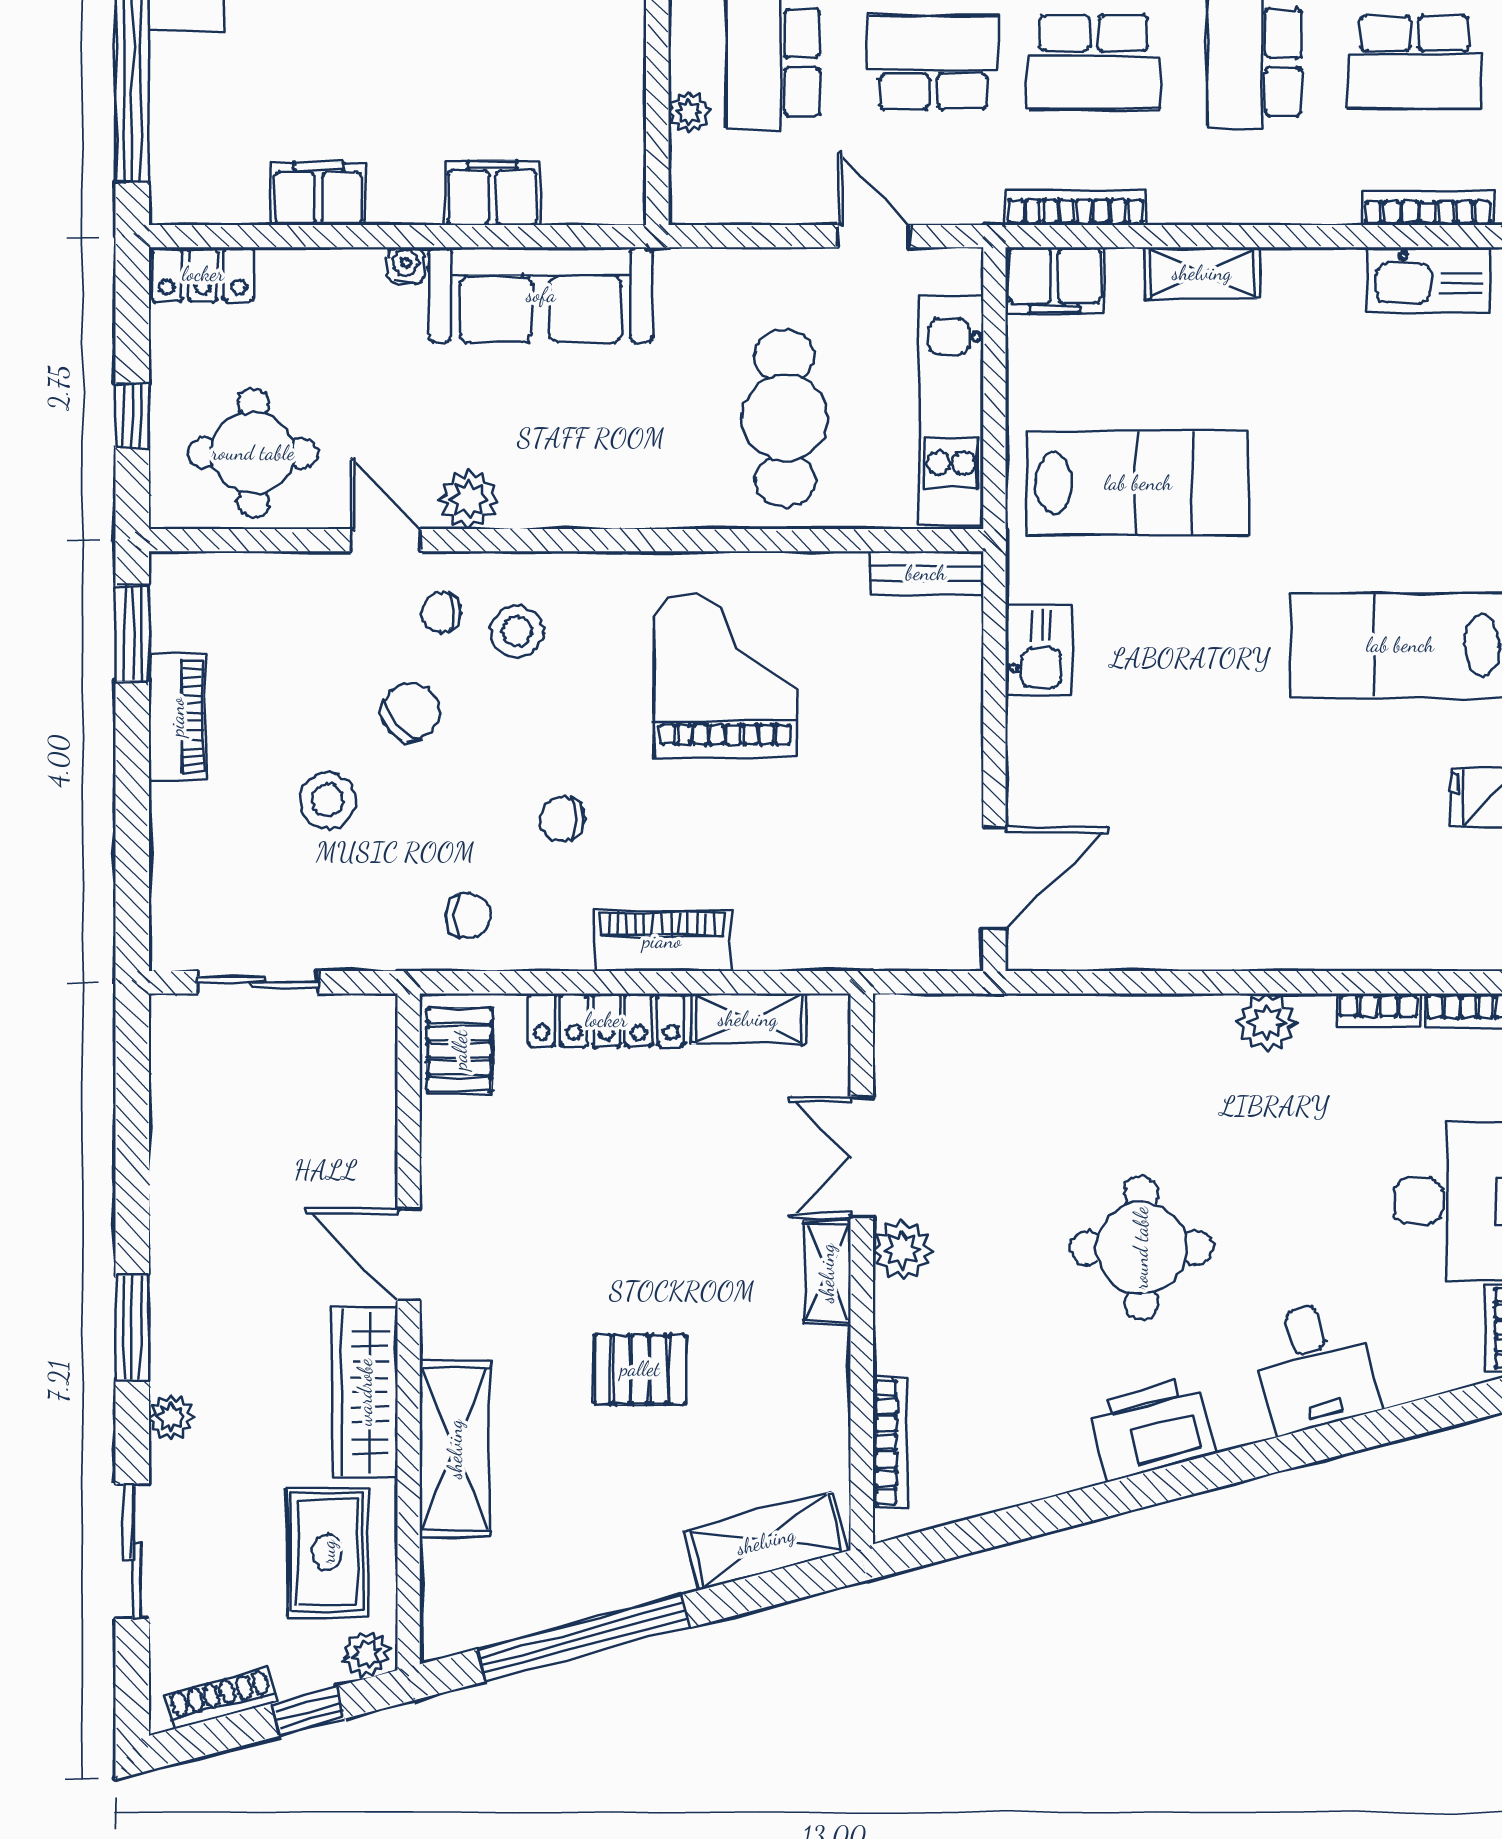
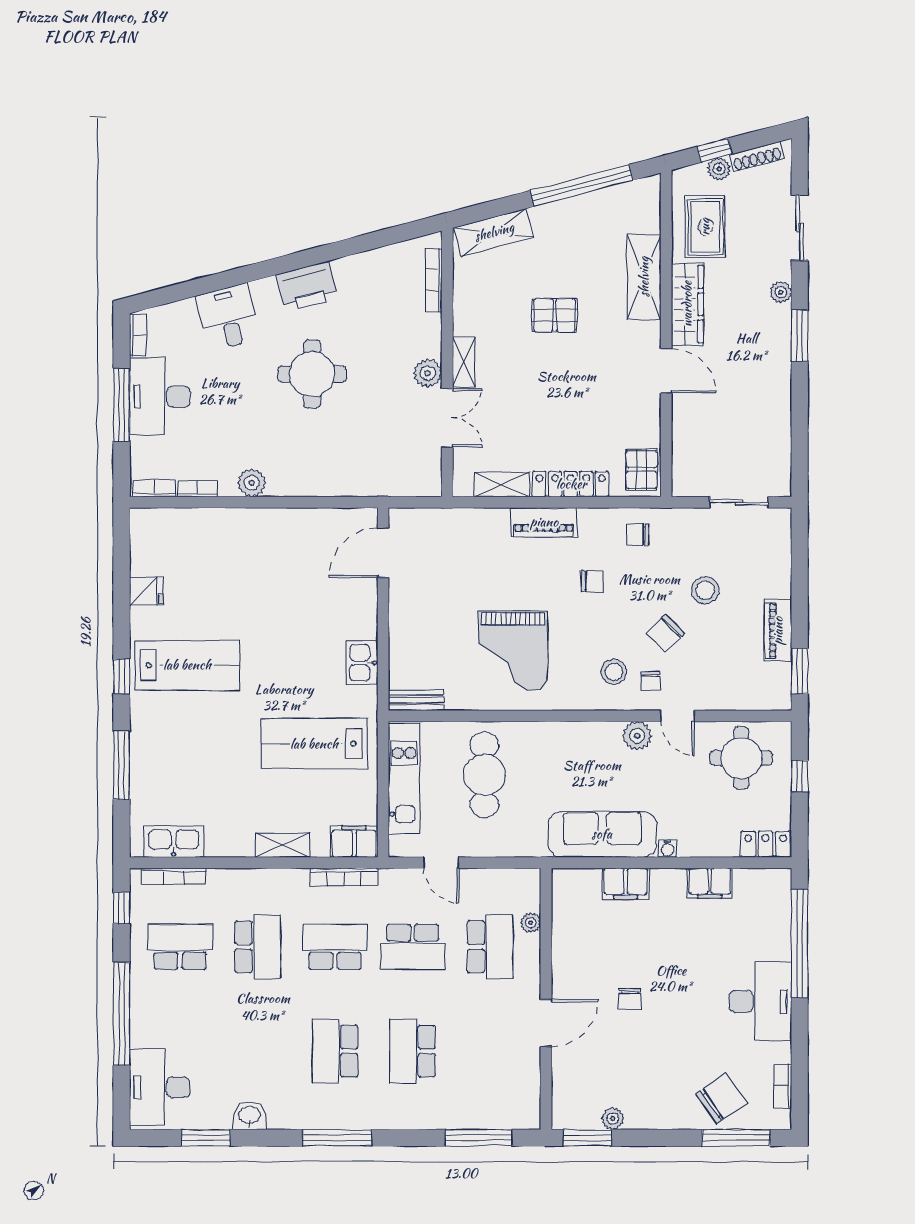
chair: (441, 613) -> (650, 681), turned 90
plant: (366, 1654) -> (719, 169), moved

